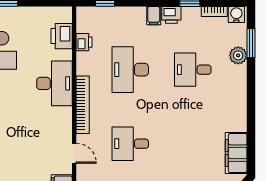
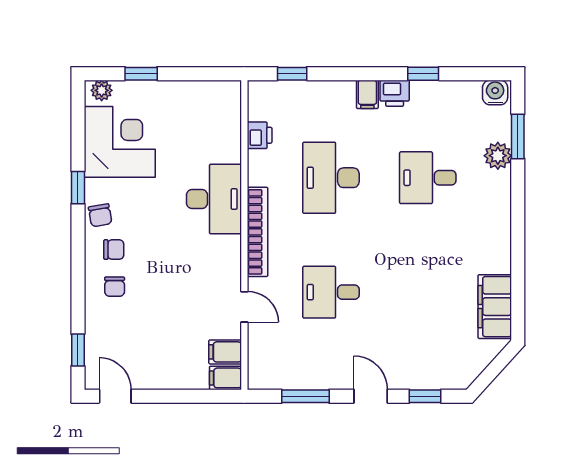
bookcase: (214, 12) -> (461, 88), removed
printer: (62, 36) -> (225, 126), removed

